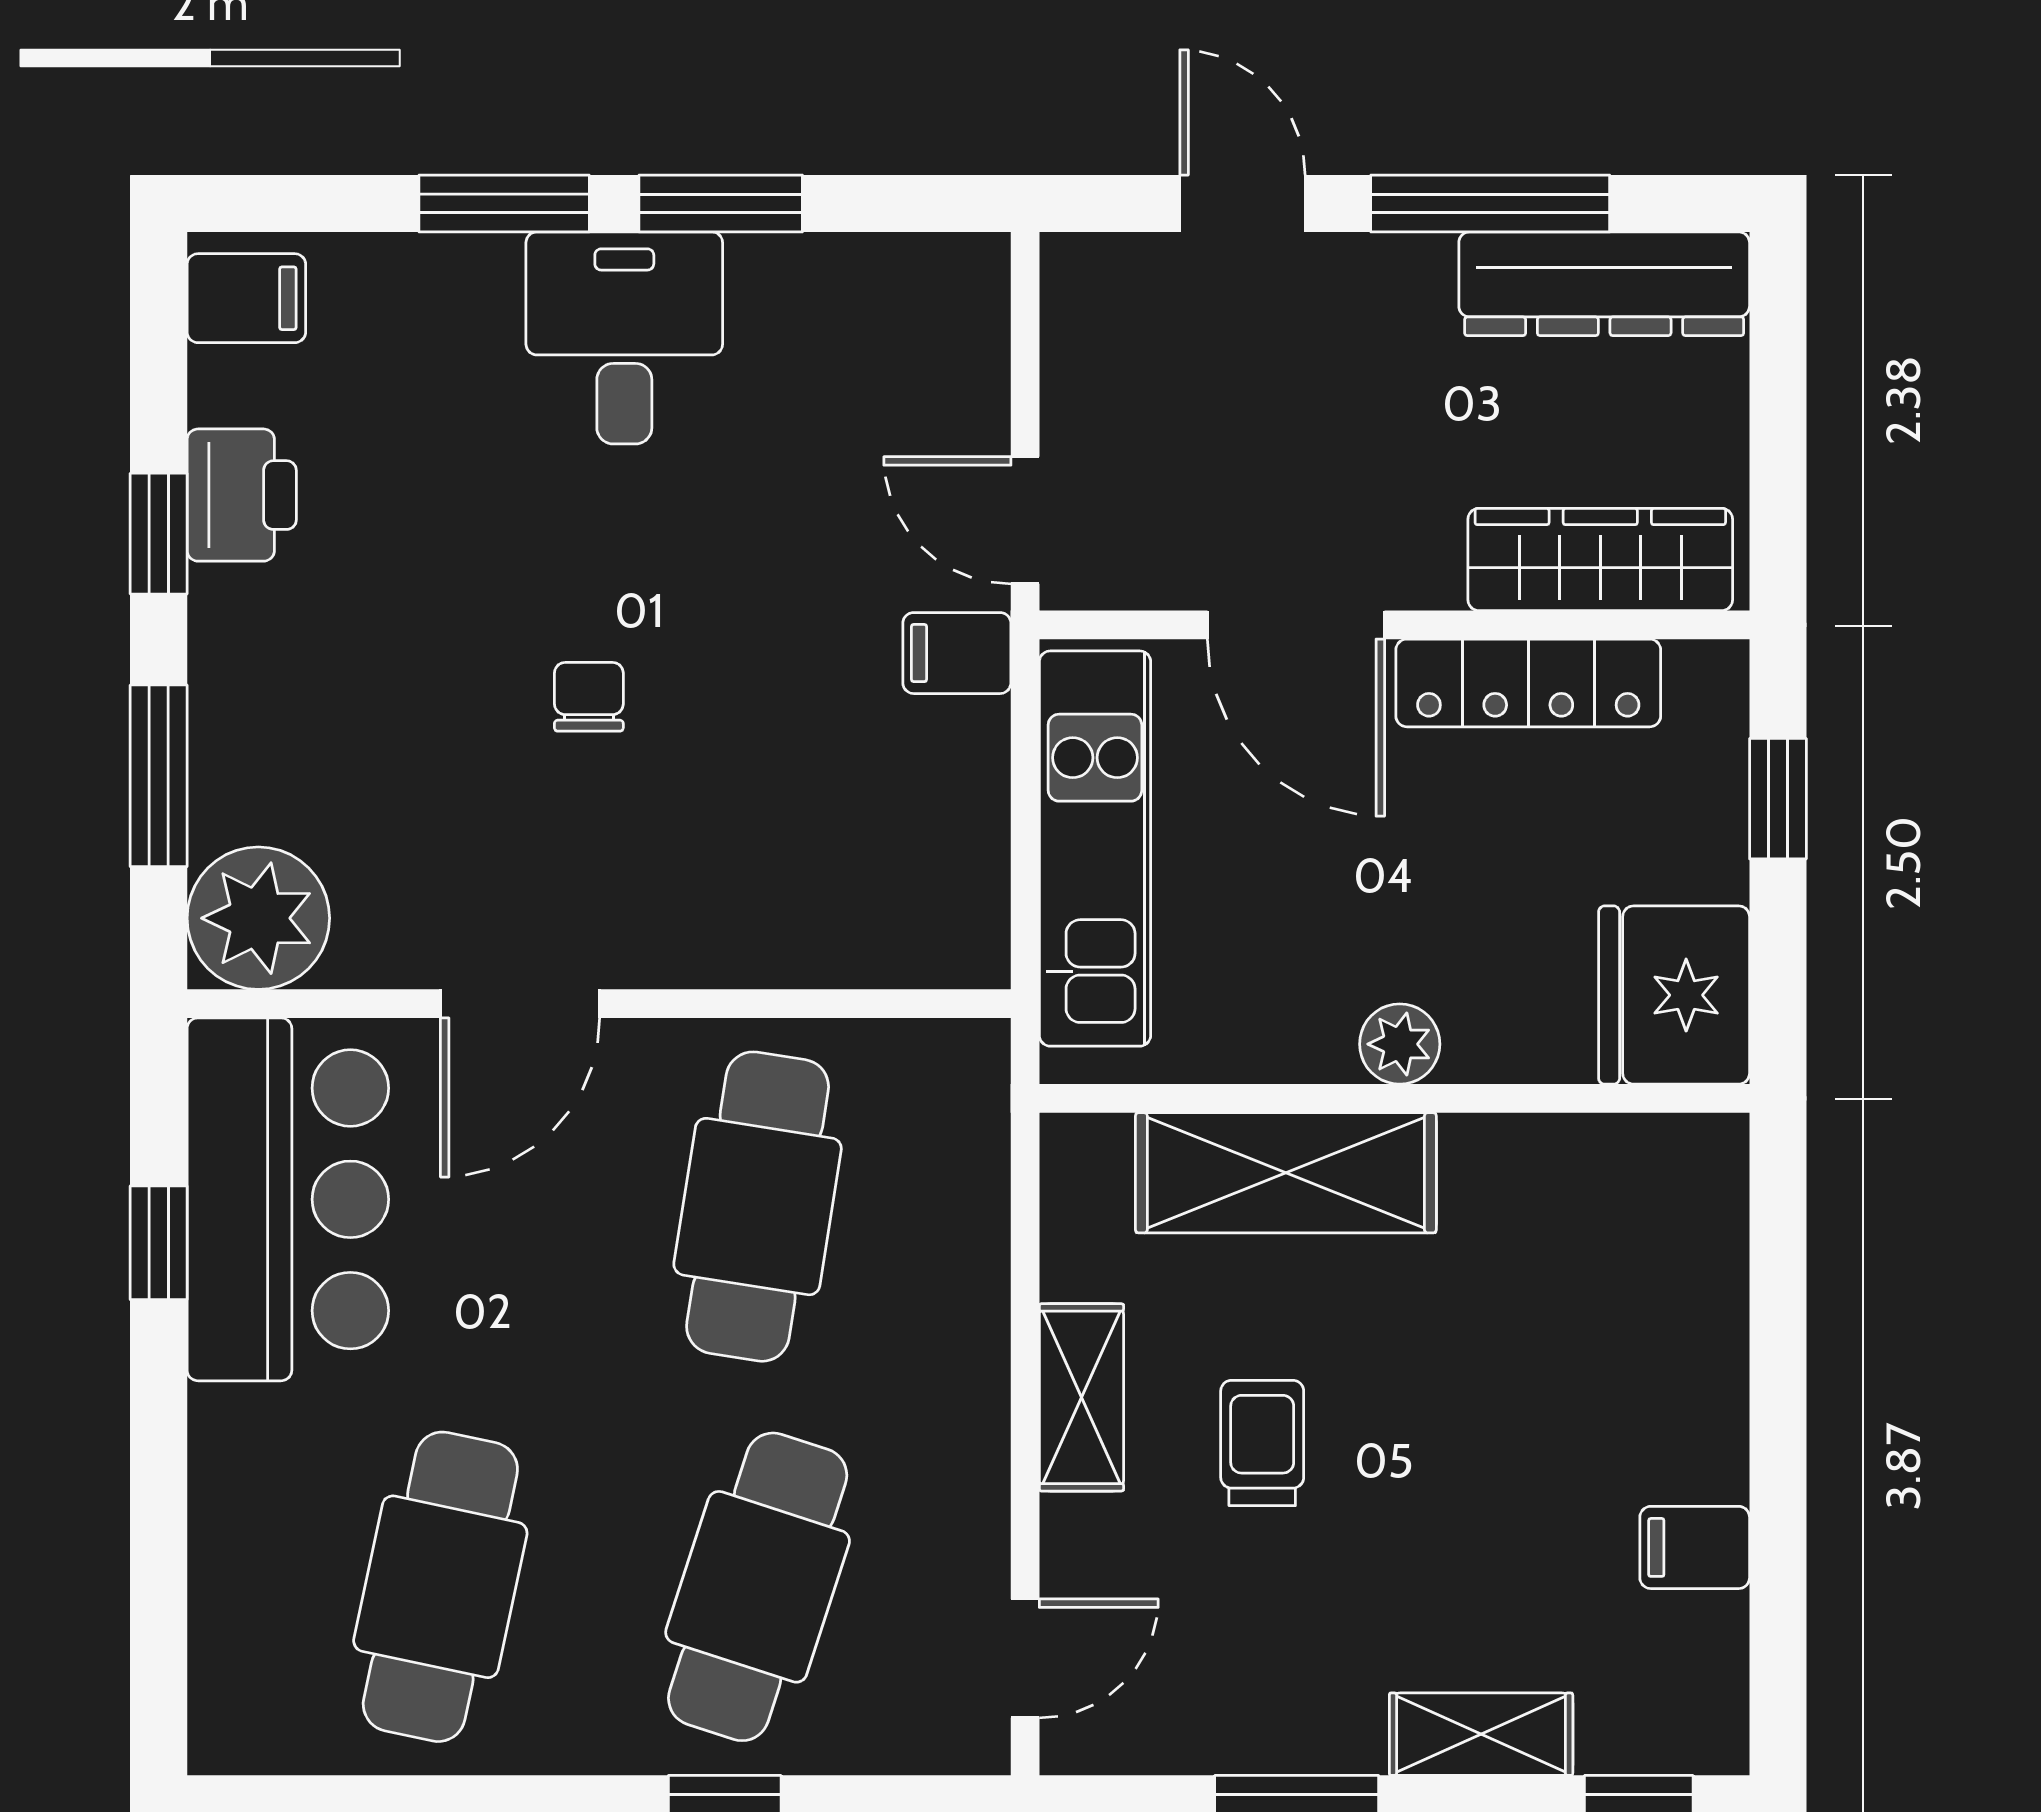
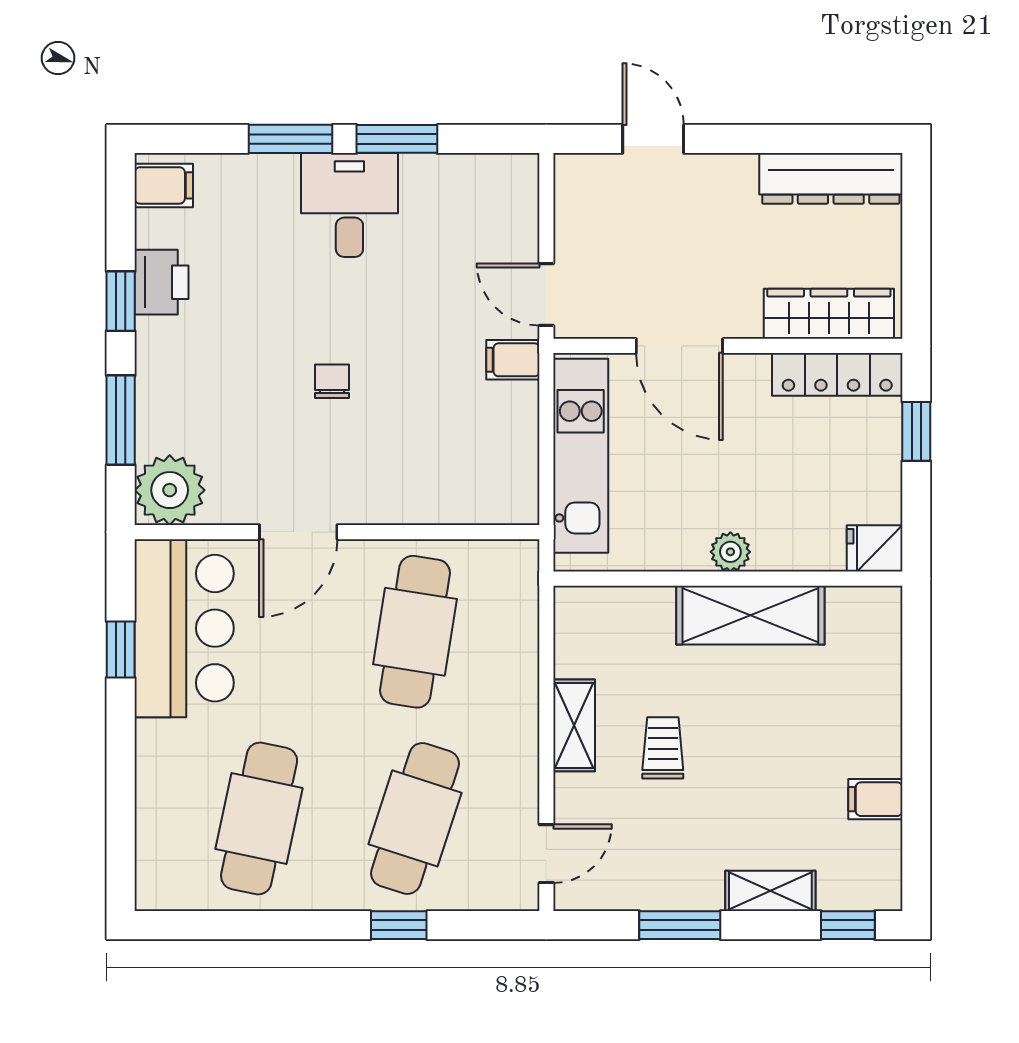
window: (1490, 203) -> (775, 139), removed
locker: (1528, 683) -> (837, 374), moved
fridge: (1674, 995) -> (875, 548), width x0.53, depth x0.75
shelving: (1286, 1173) -> (750, 615), moved

